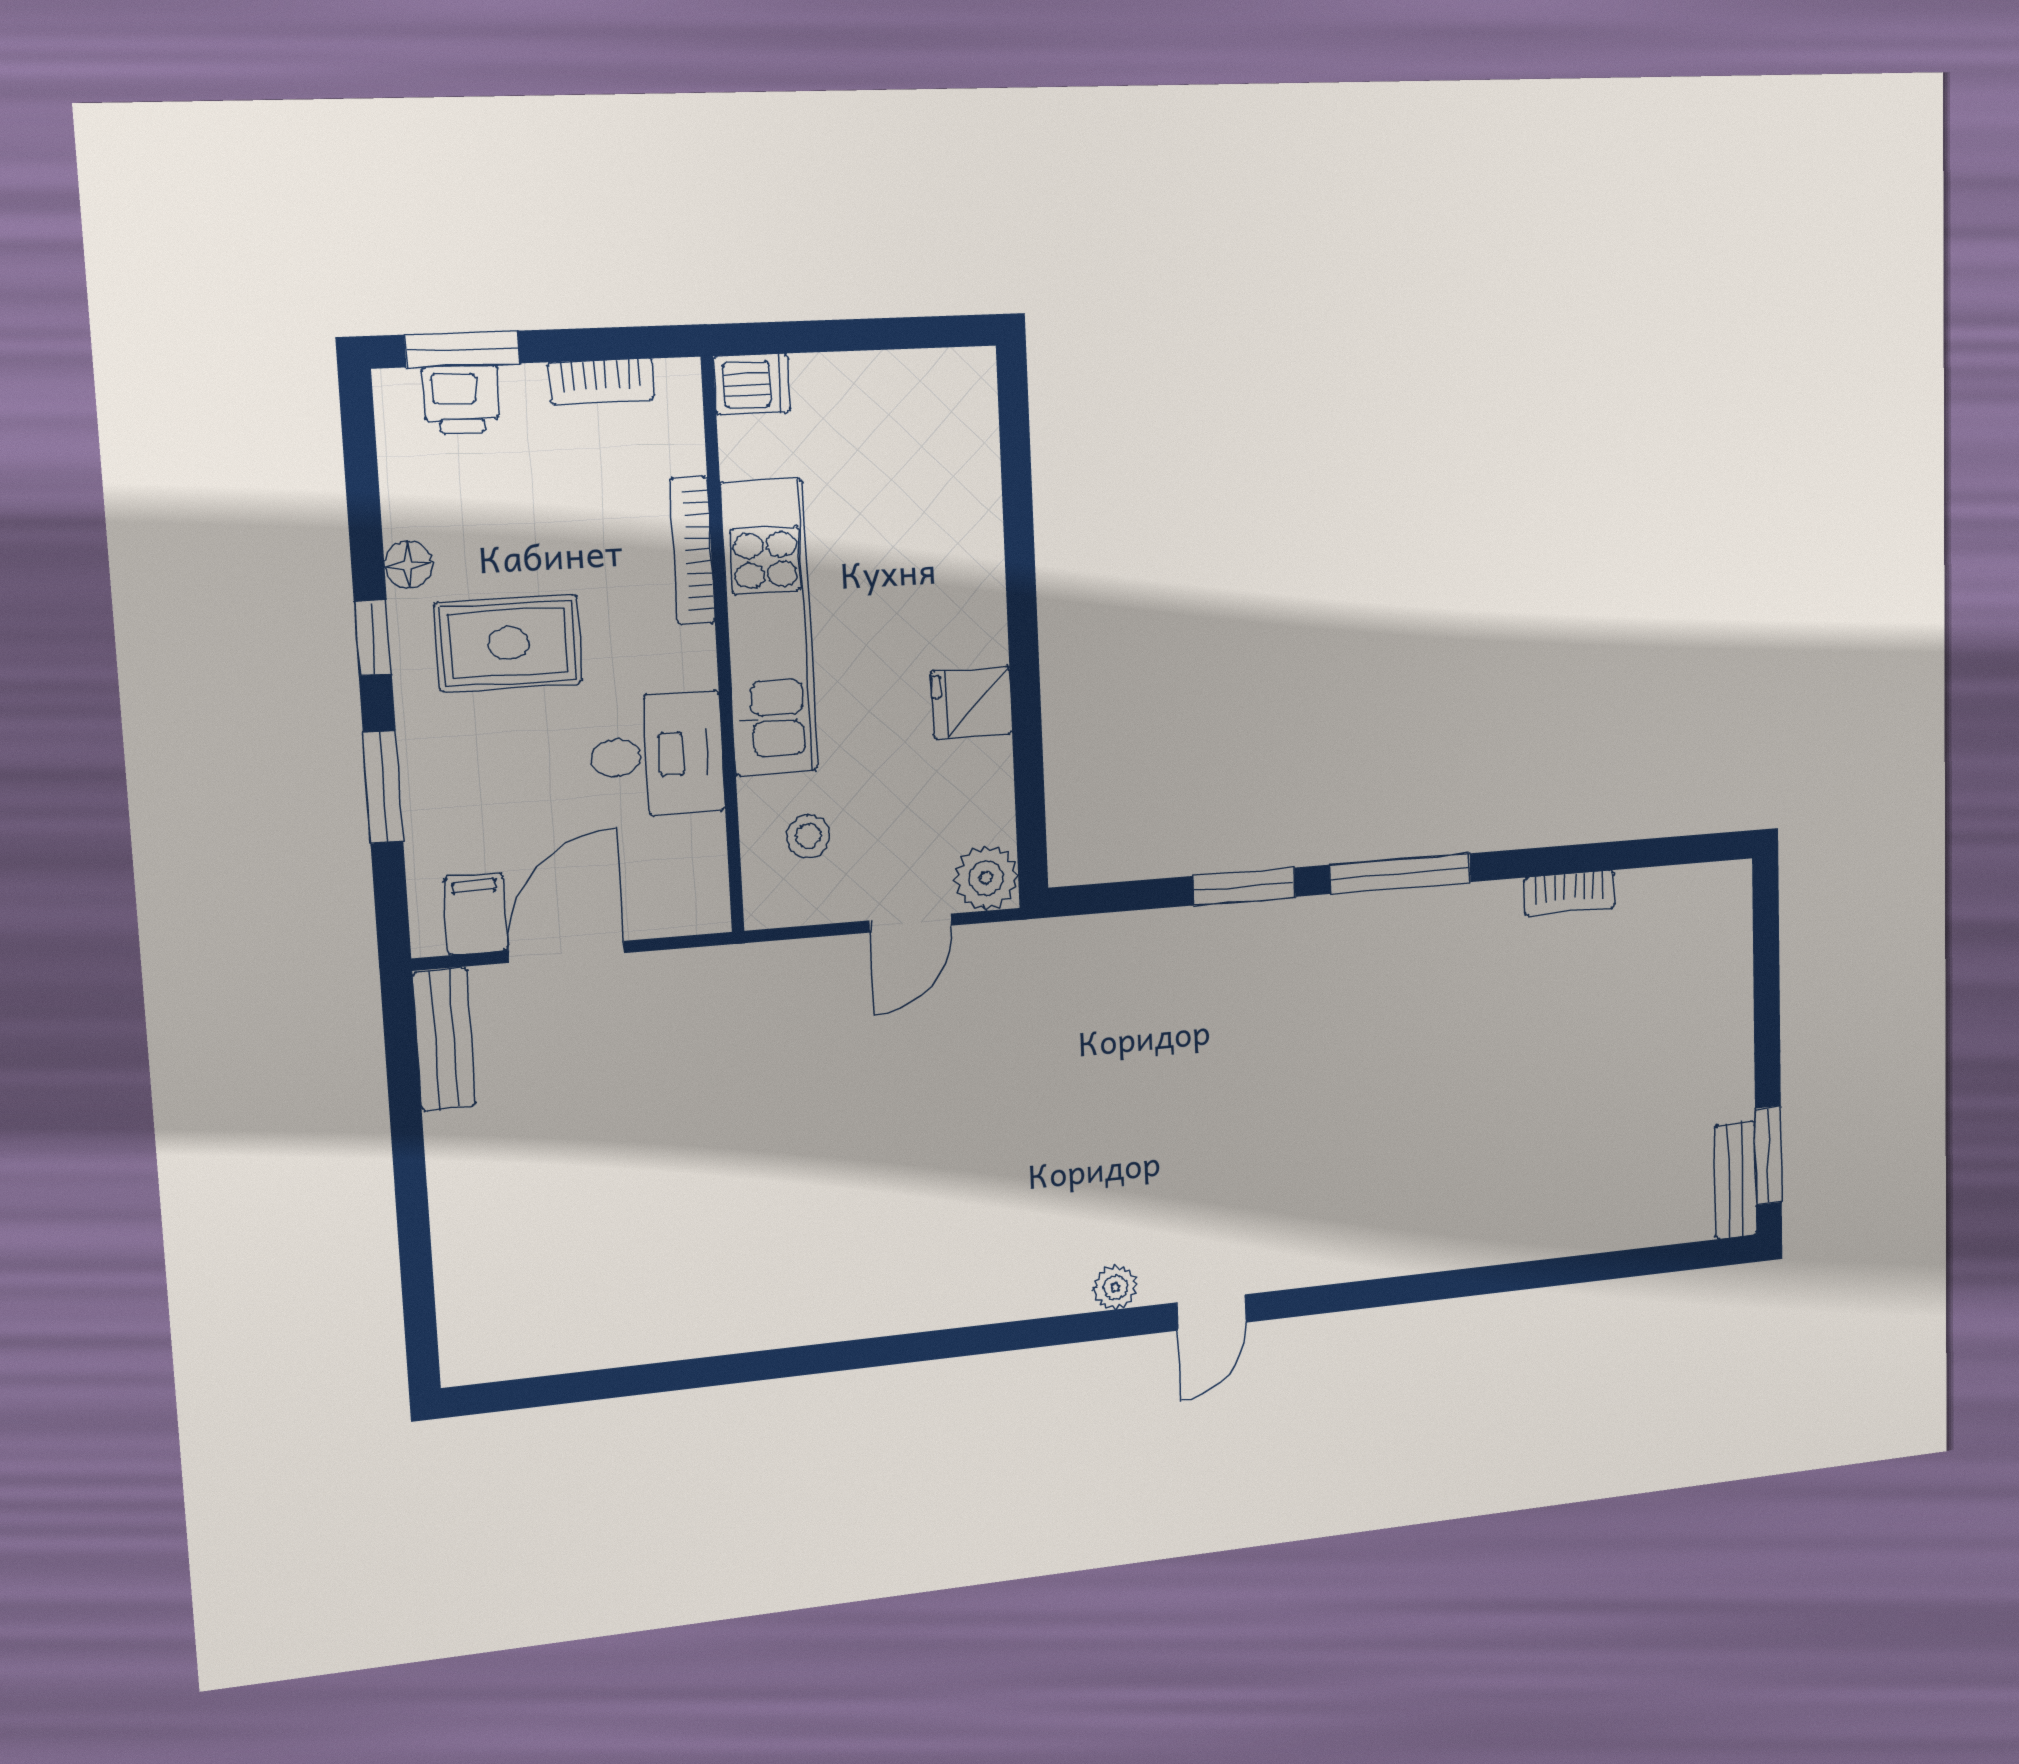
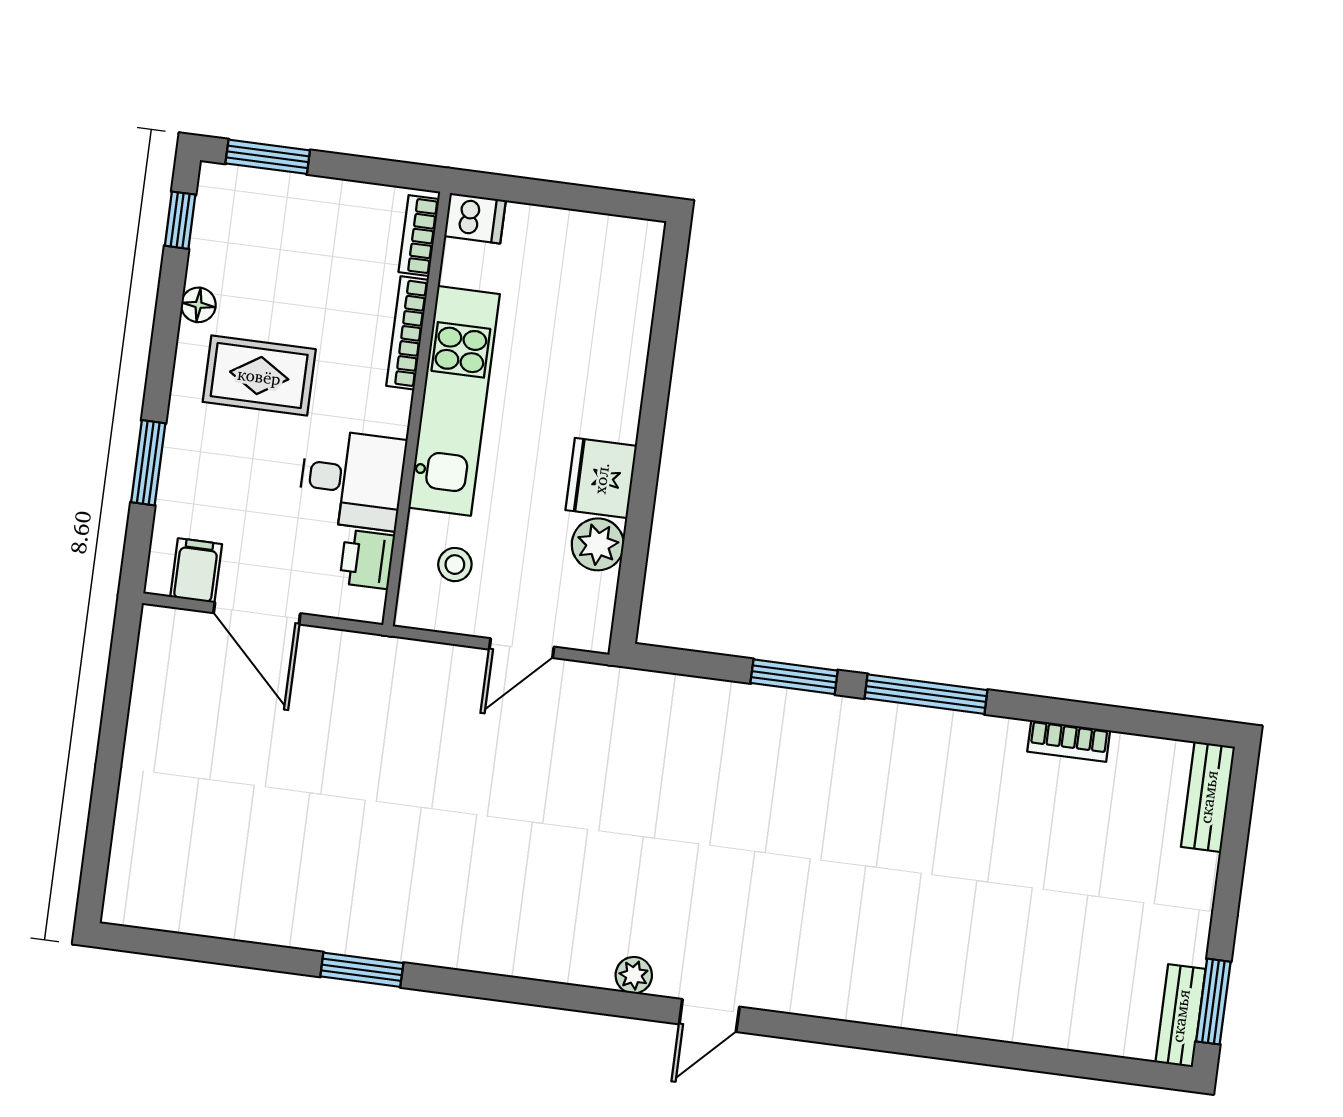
bookcase: (601, 381) -> (419, 236), moved, turned 90
printer: (461, 399) -> (367, 559), moved, turned 90
window: (373, 638) -> (180, 220), moved
fridge: (972, 703) -> (601, 478), width x1.38
plant: (986, 878) -> (598, 544), moved
door: (566, 952) -> (257, 613), swing flipped
bench: (444, 1040) -> (1208, 797), moved
window: (786, 1363) -> (362, 970), added

